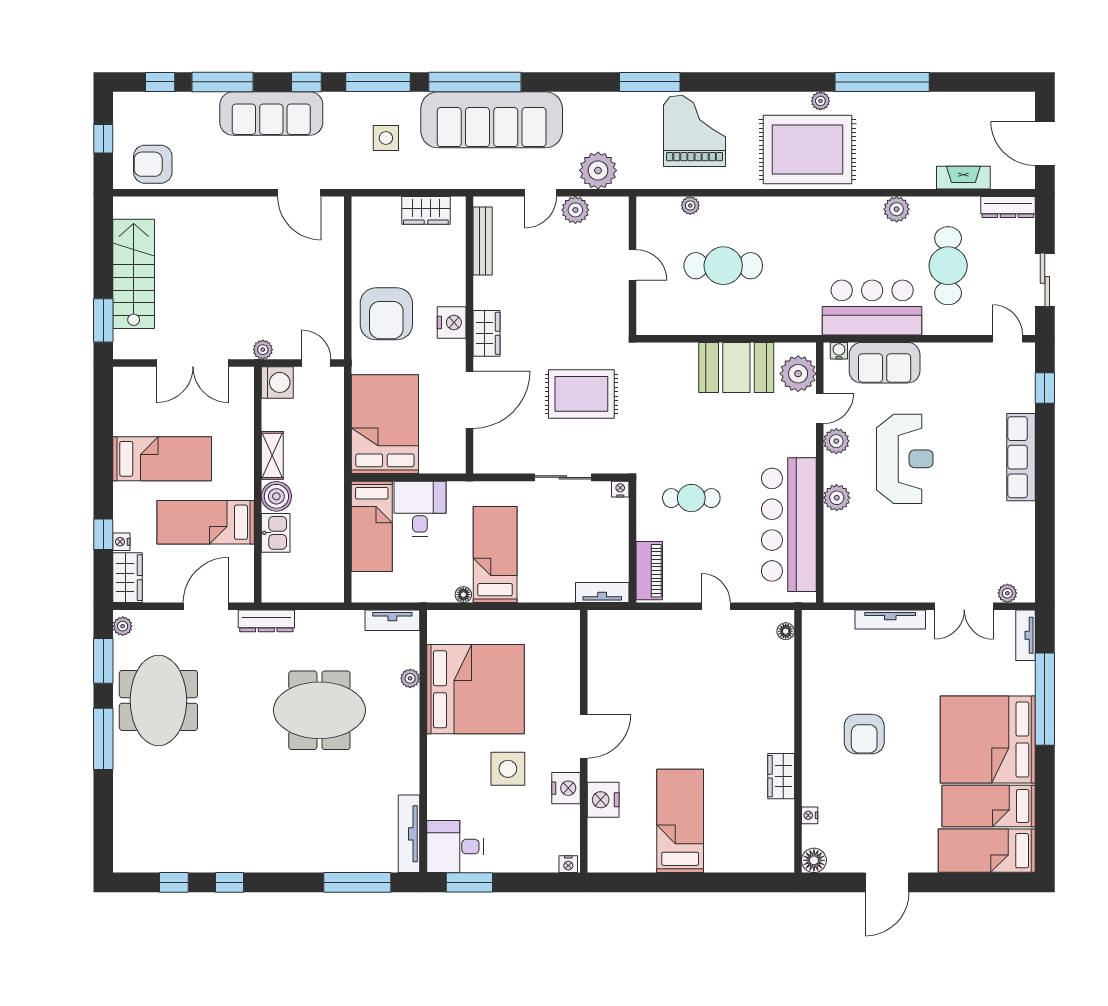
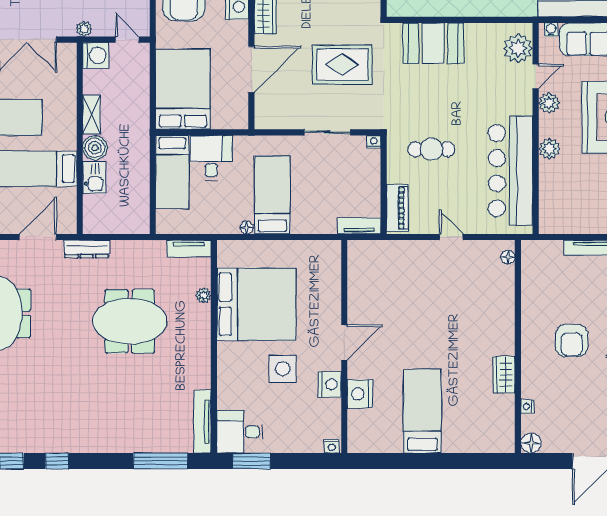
booth: (736, 367) -> (433, 43), moved

